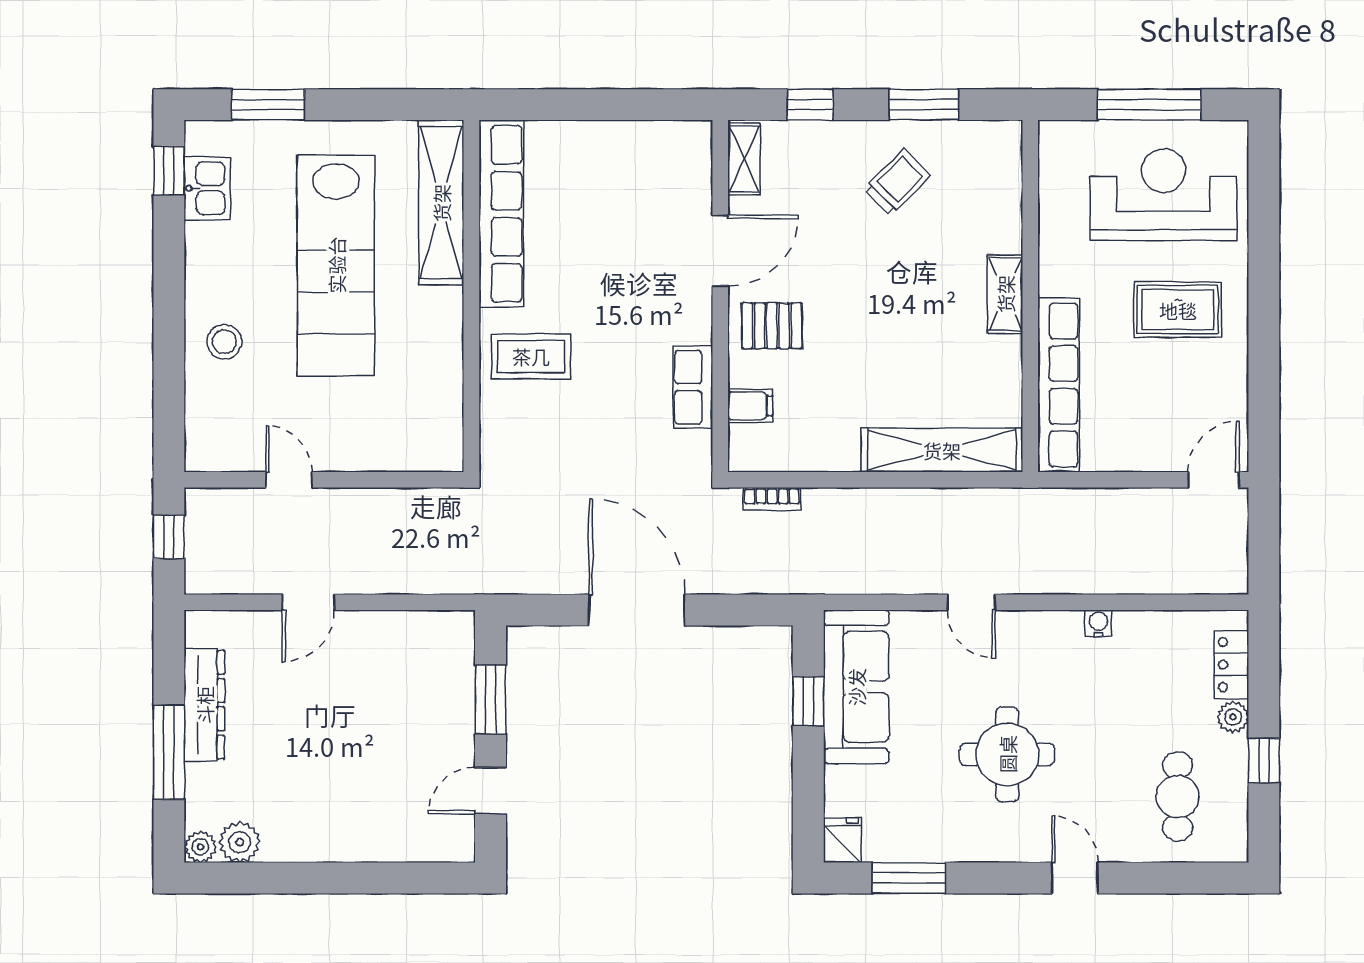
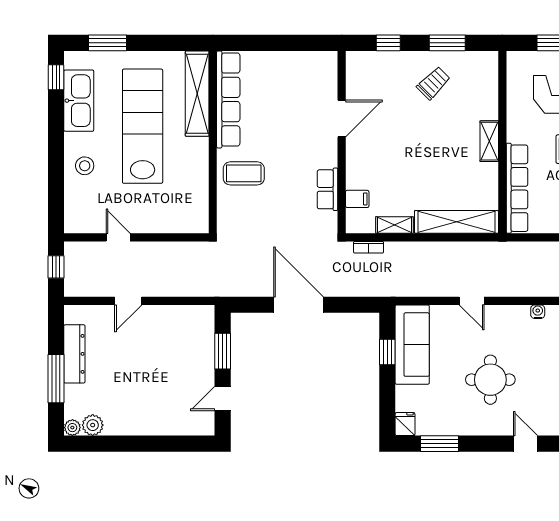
shelving: (744, 159) -> (394, 225), moved, turned 90
kitchen sink: (207, 188) -> (79, 101), width x1.88, depth x1.24
lab bench: (336, 265) -> (143, 126), turned 180
pallet: (772, 326) -> (368, 157), removed

